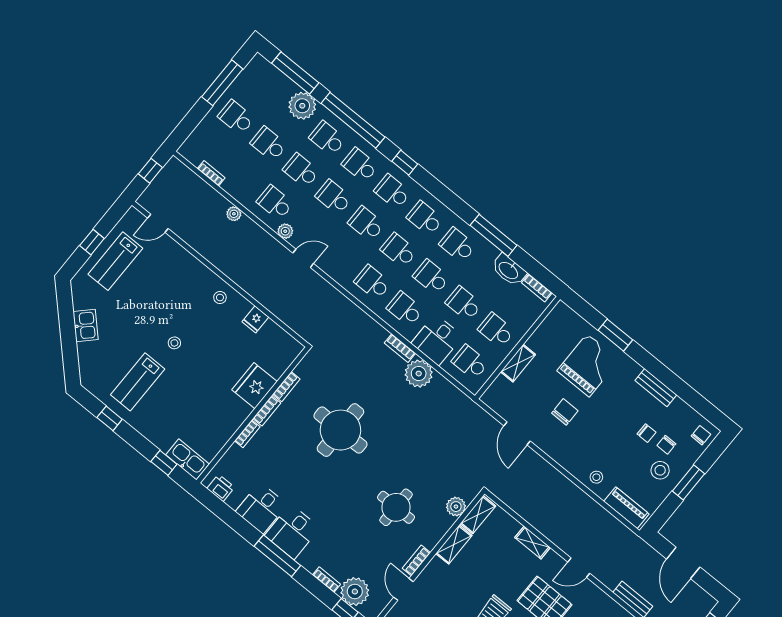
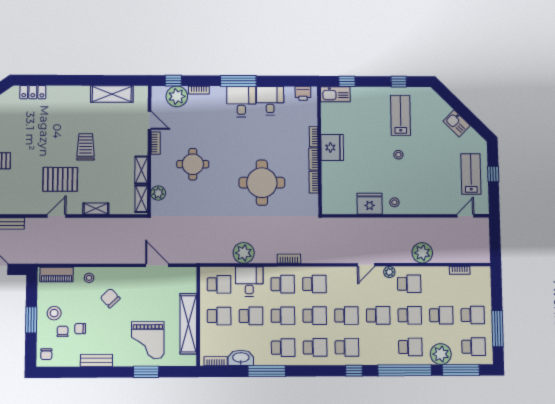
school desk: (360, 165) -> (474, 347), moved
window: (150, 171) -> (495, 243), removed
plant: (234, 214) -> (422, 253), width x1.87, depth x1.87
fridge: (255, 319) -> (370, 204), width x1.88, depth x1.34
bookcase: (400, 348) -> (289, 259), moved
shelving: (518, 363) -> (188, 324), width x2.20, depth x1.33
fridge: (255, 386) -> (332, 148), moved
chair: (565, 412) -> (110, 298), moved, turned 137

